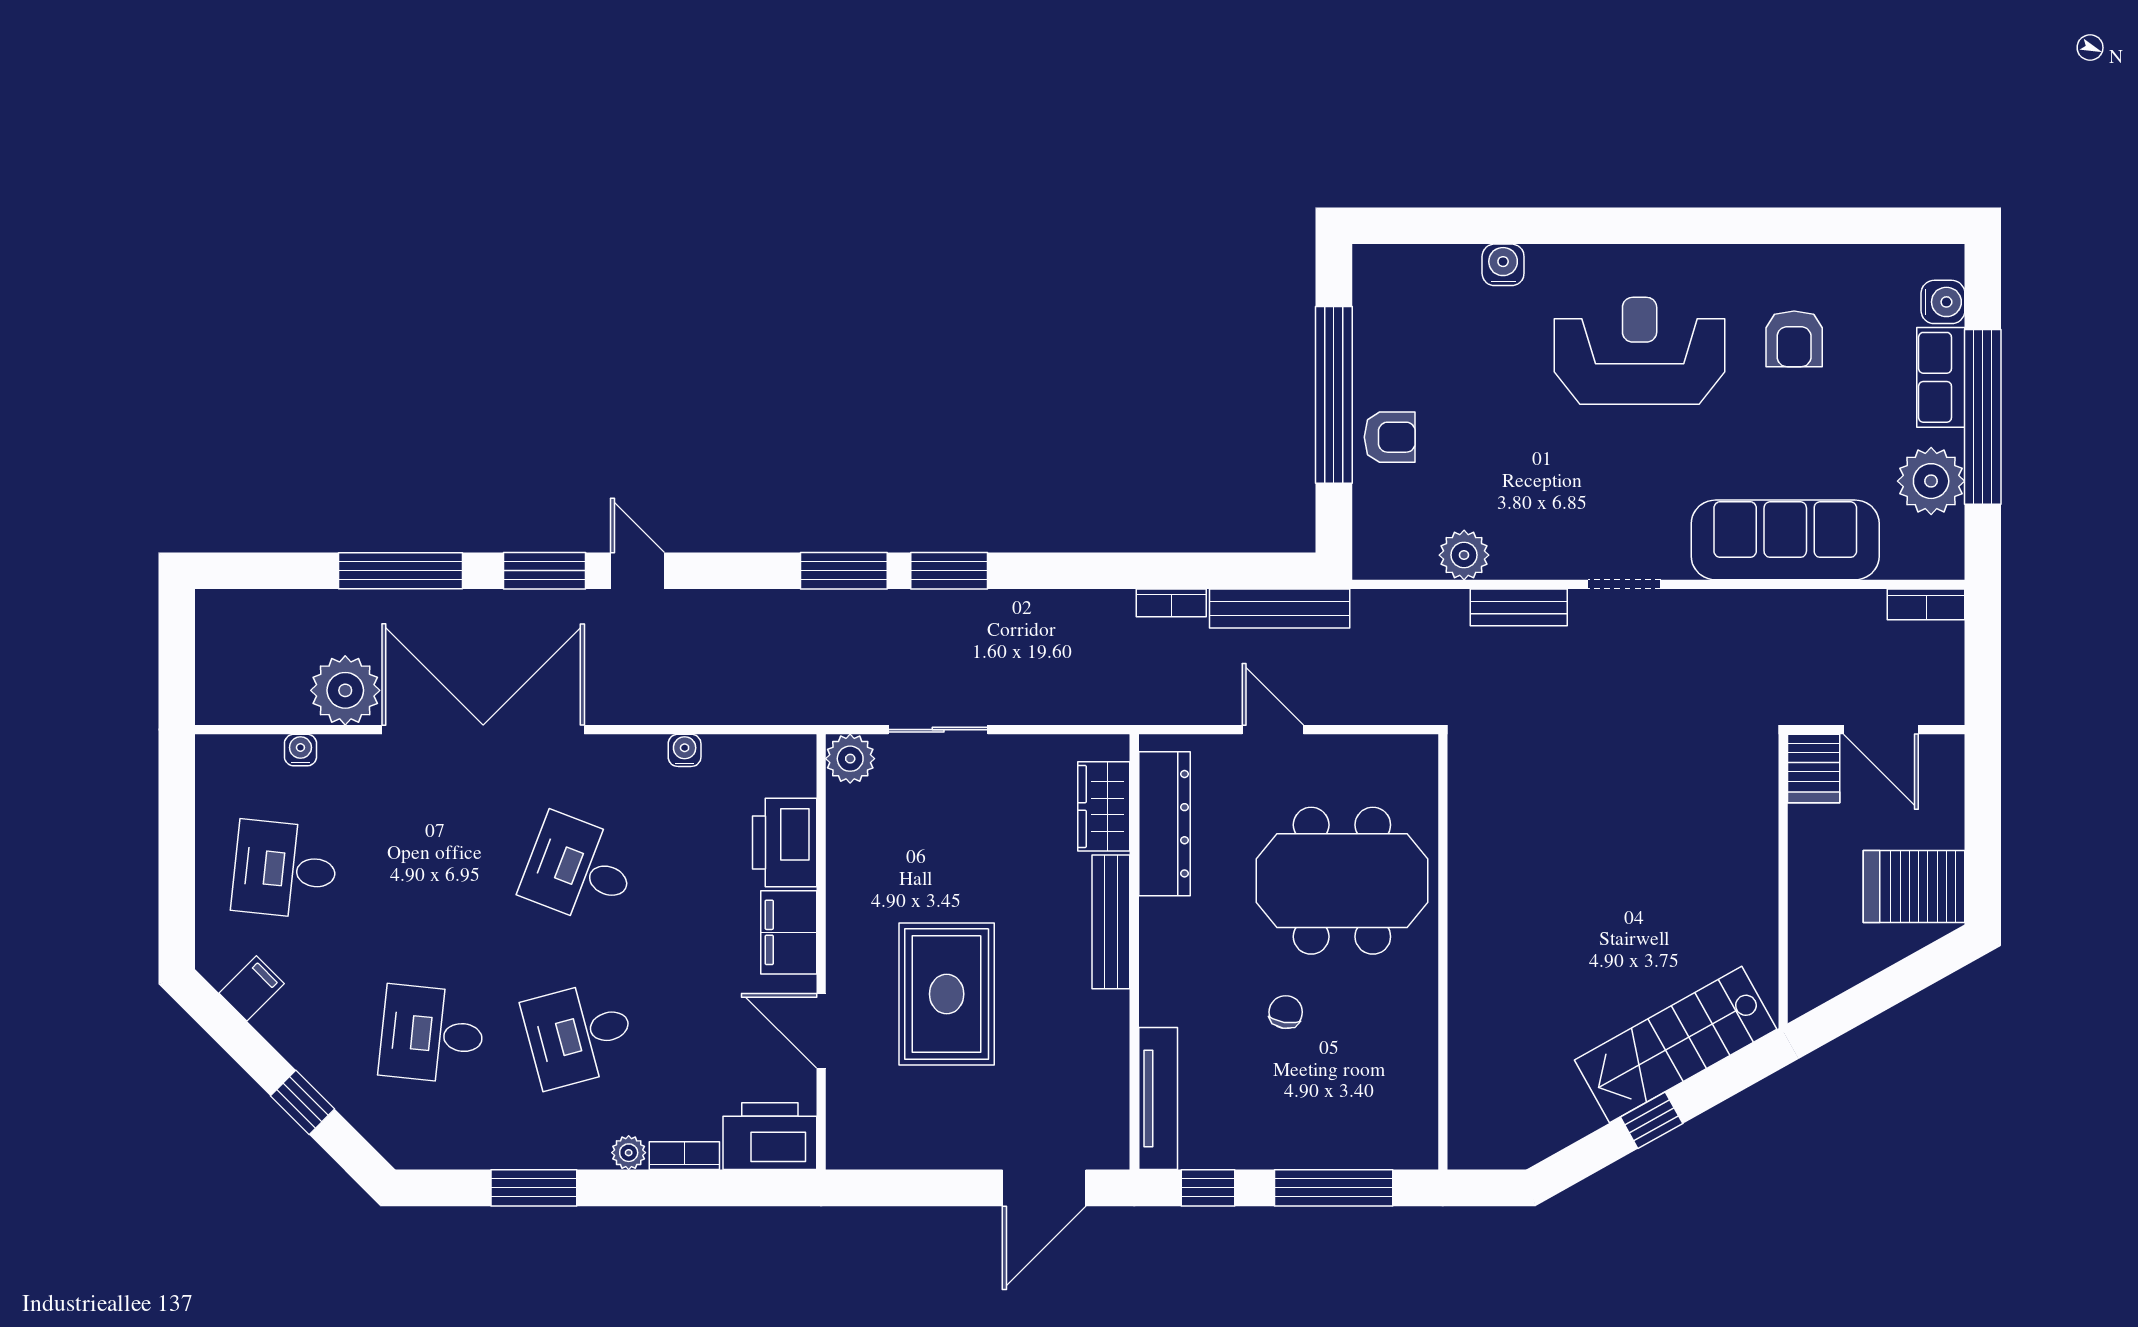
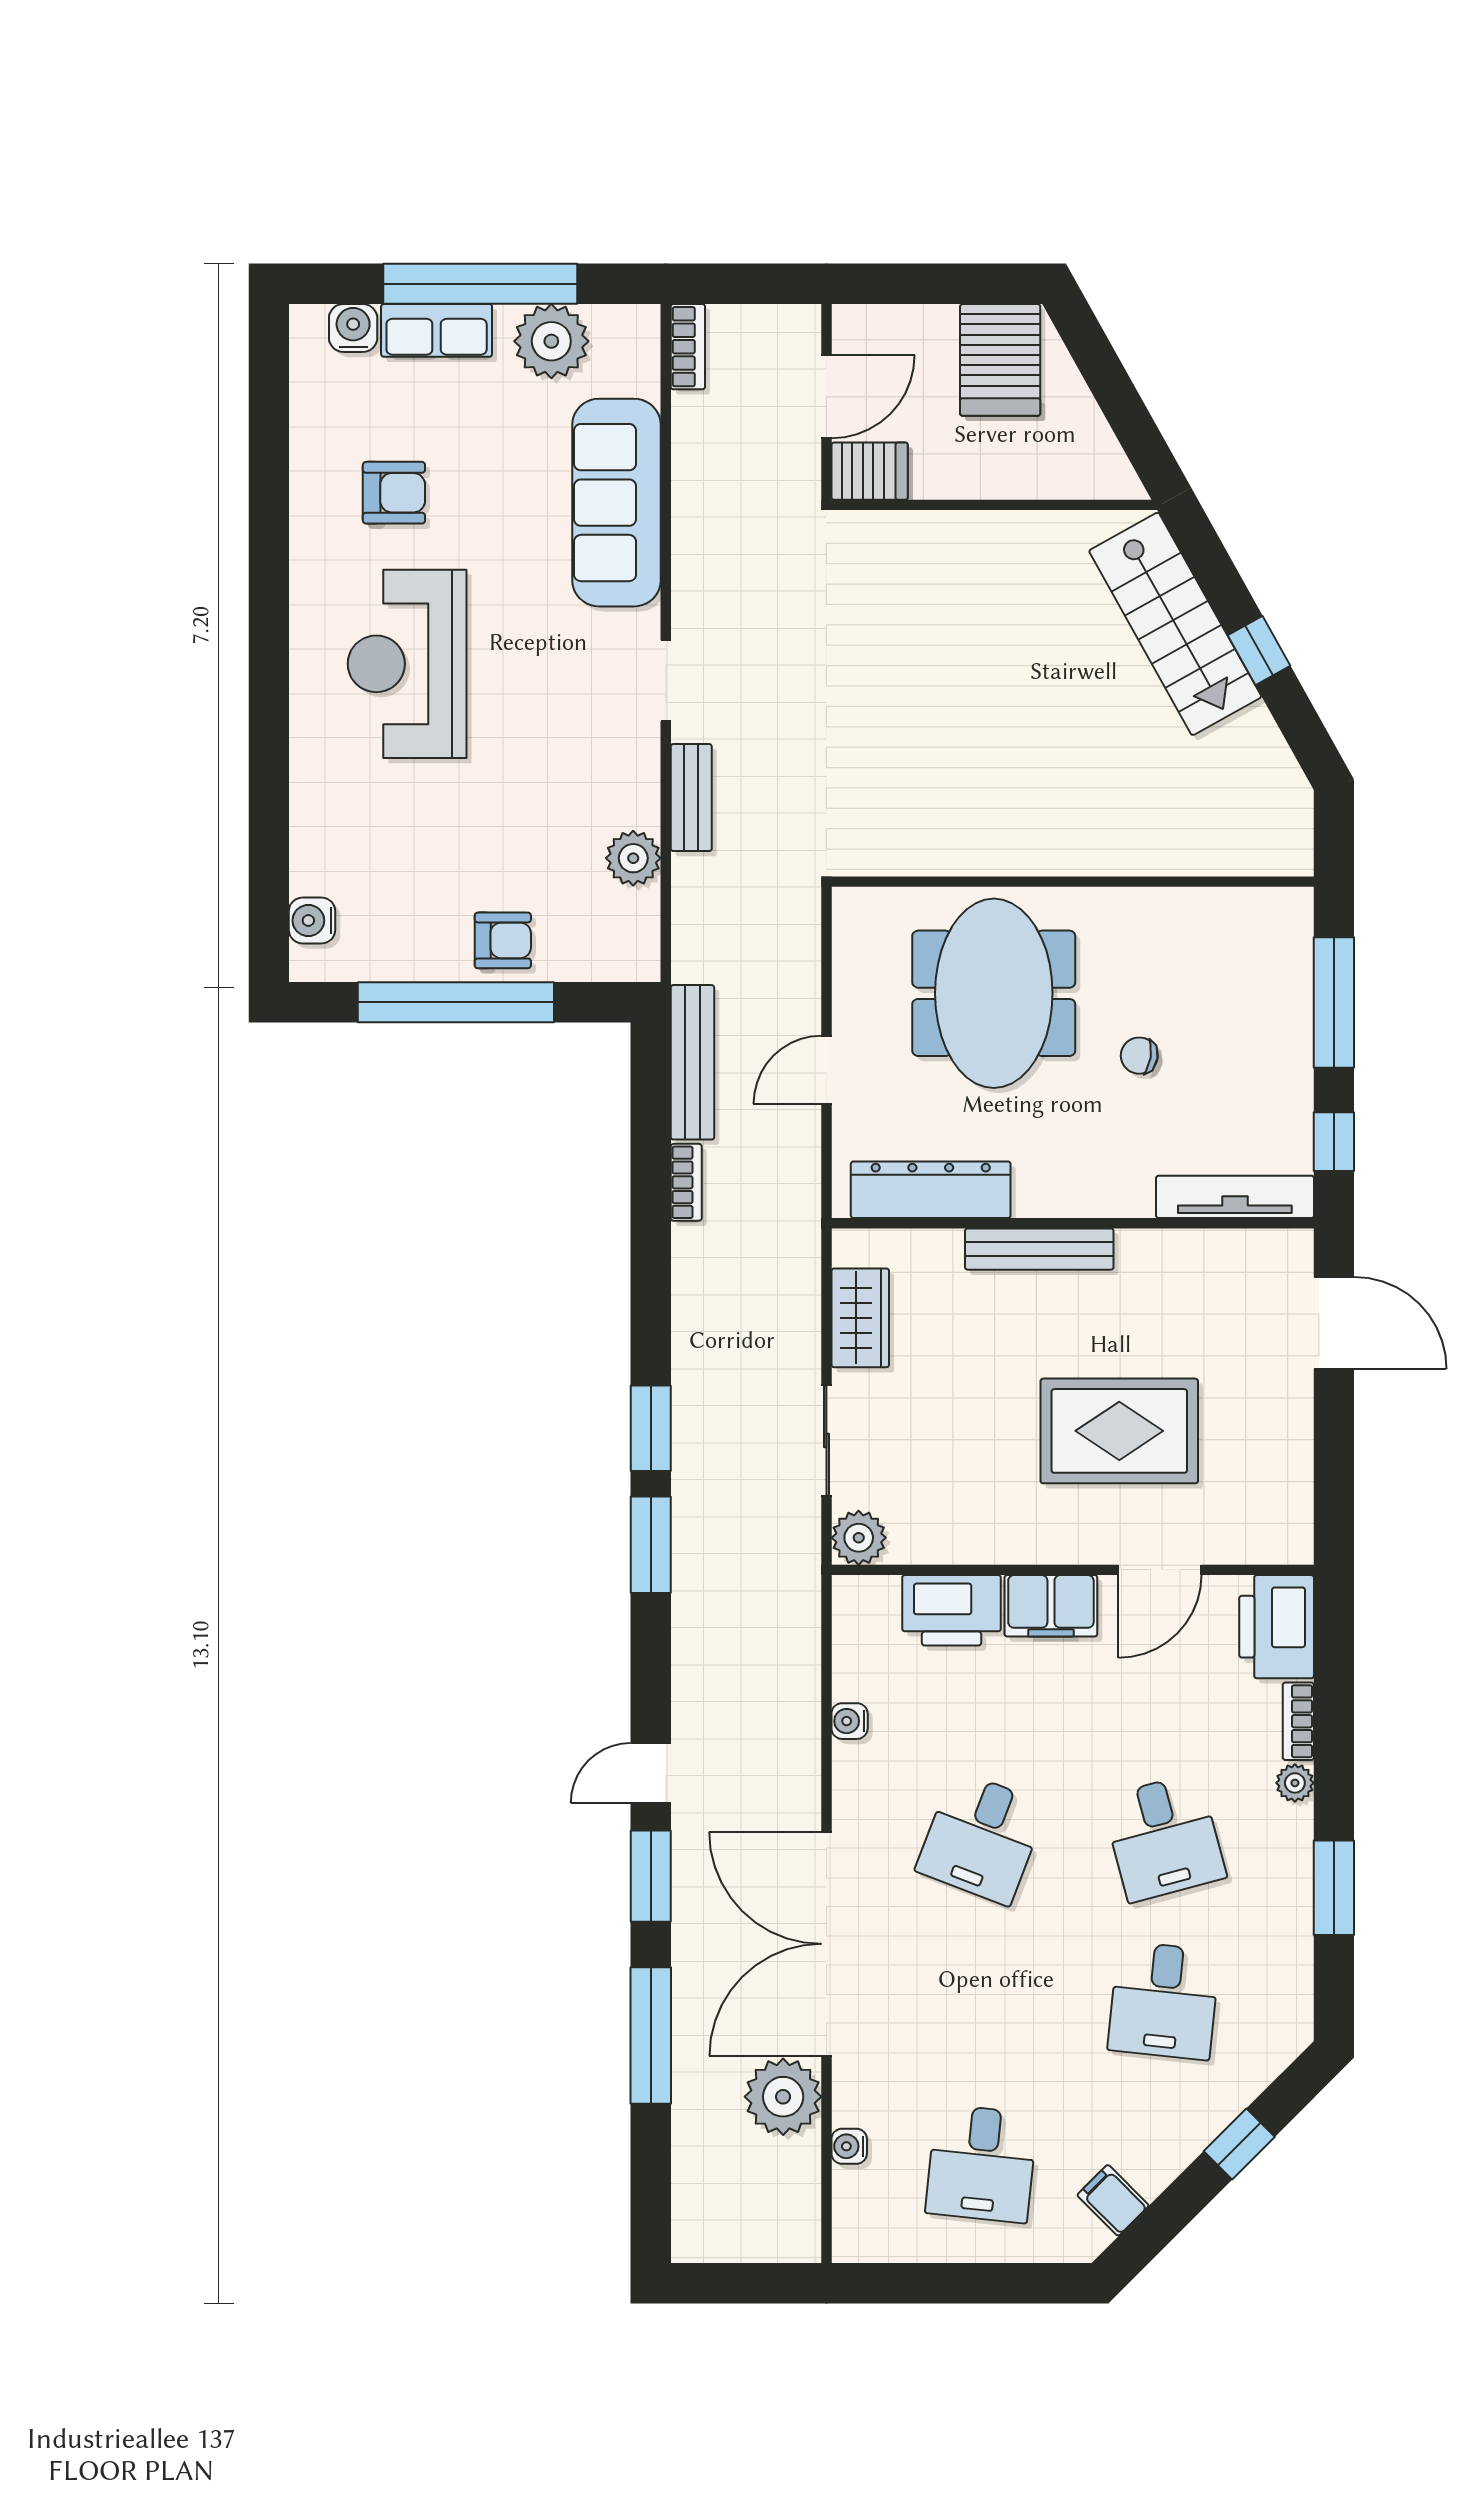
water cooler: (1503, 265) -> (312, 921), moved
armchair: (1390, 437) -> (503, 940), turned 90
wardrobe: (1104, 806) -> (860, 1318), moved, turned -90

